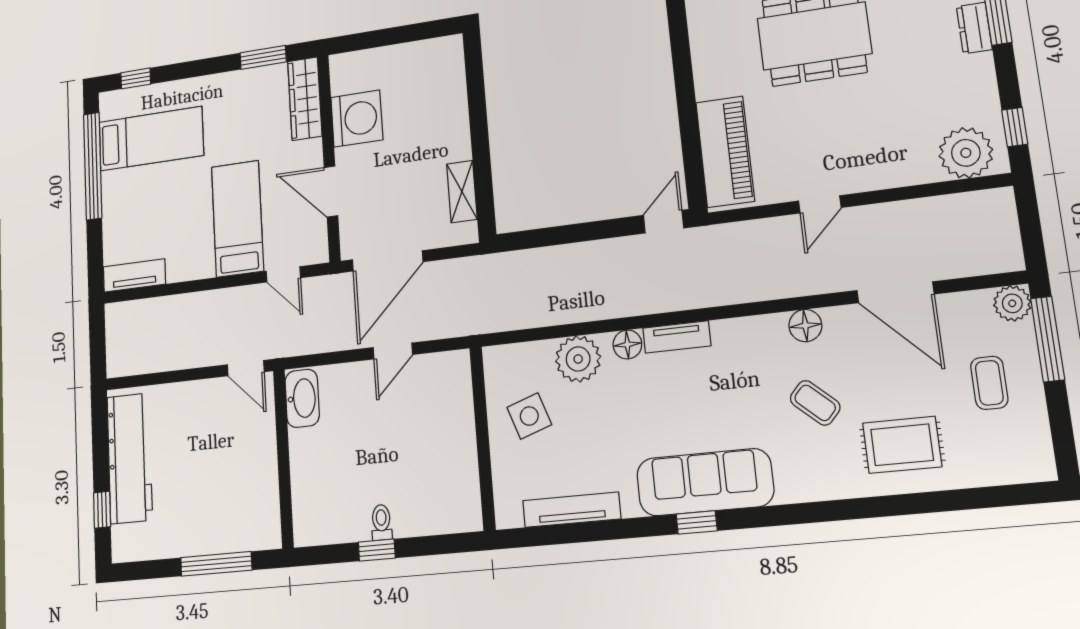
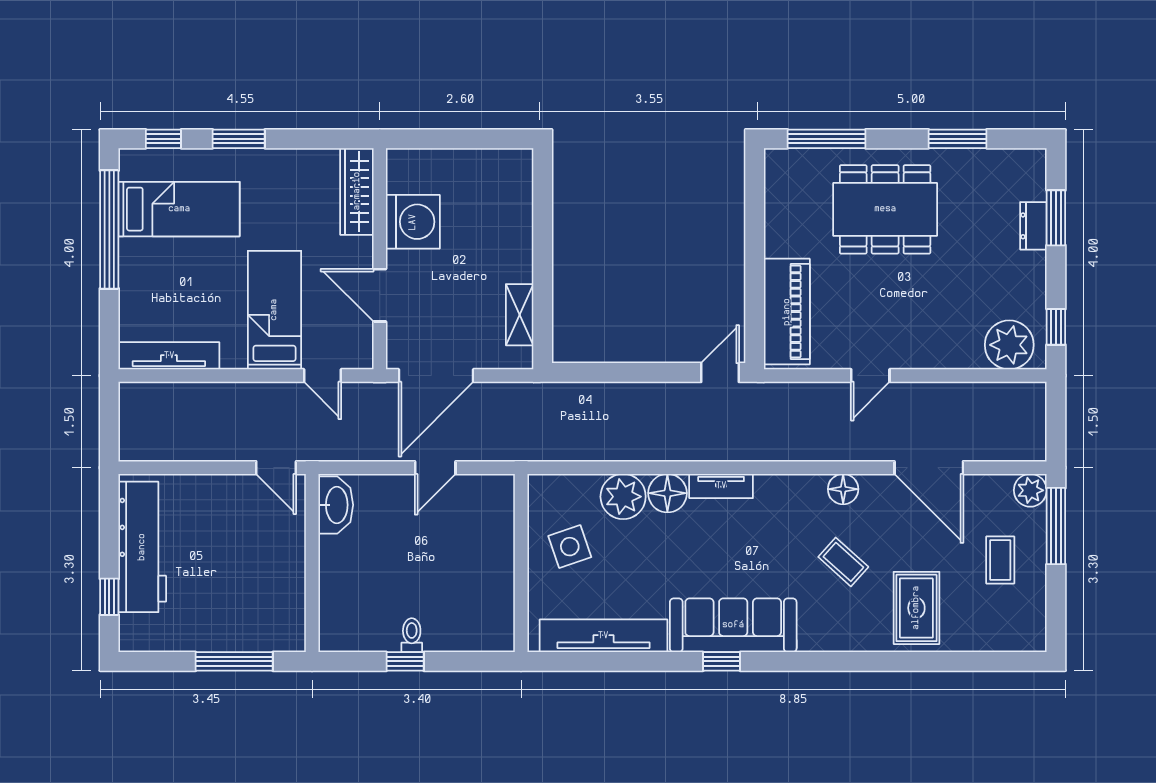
window: (263, 57) -> (239, 139), moved
tv unit: (134, 275) -> (169, 356), width x1.41
floor lamp: (627, 344) -> (667, 493), width x1.38, depth x1.38
rug: (902, 445) -> (916, 608), turned 90
tv unit: (572, 510) -> (603, 636), width x1.36, depth x1.29

